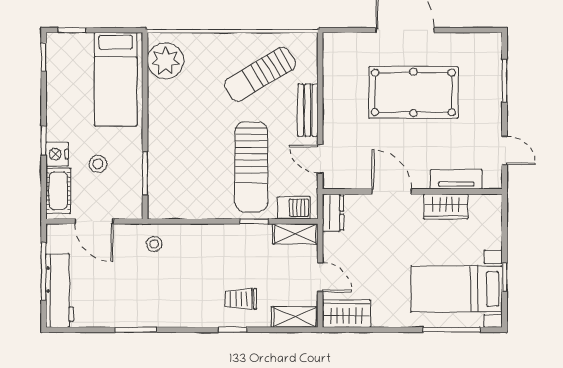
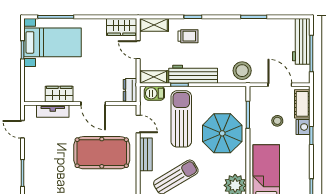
pool table: (413, 92) -> (102, 153), moved
parasol: (186, 144) -> (222, 133), added
workbench: (232, 238) -> (193, 74), added
stool: (154, 244) -> (242, 71), width x1.89, depth x1.89

